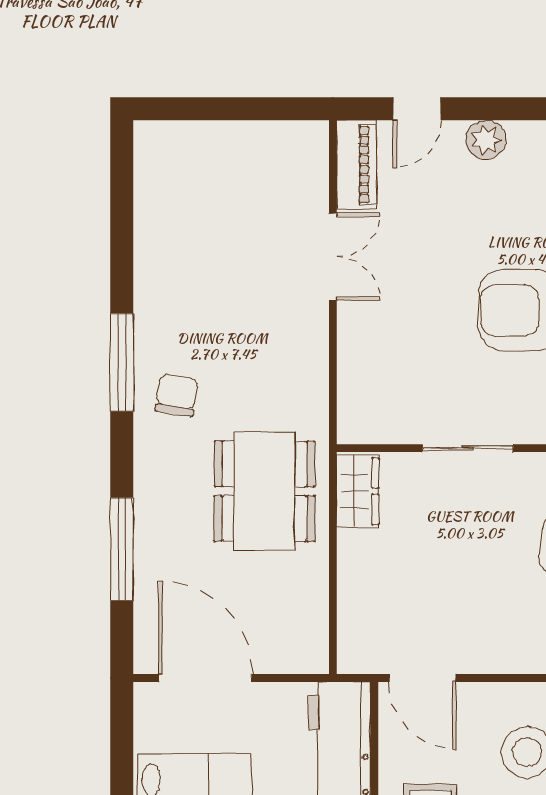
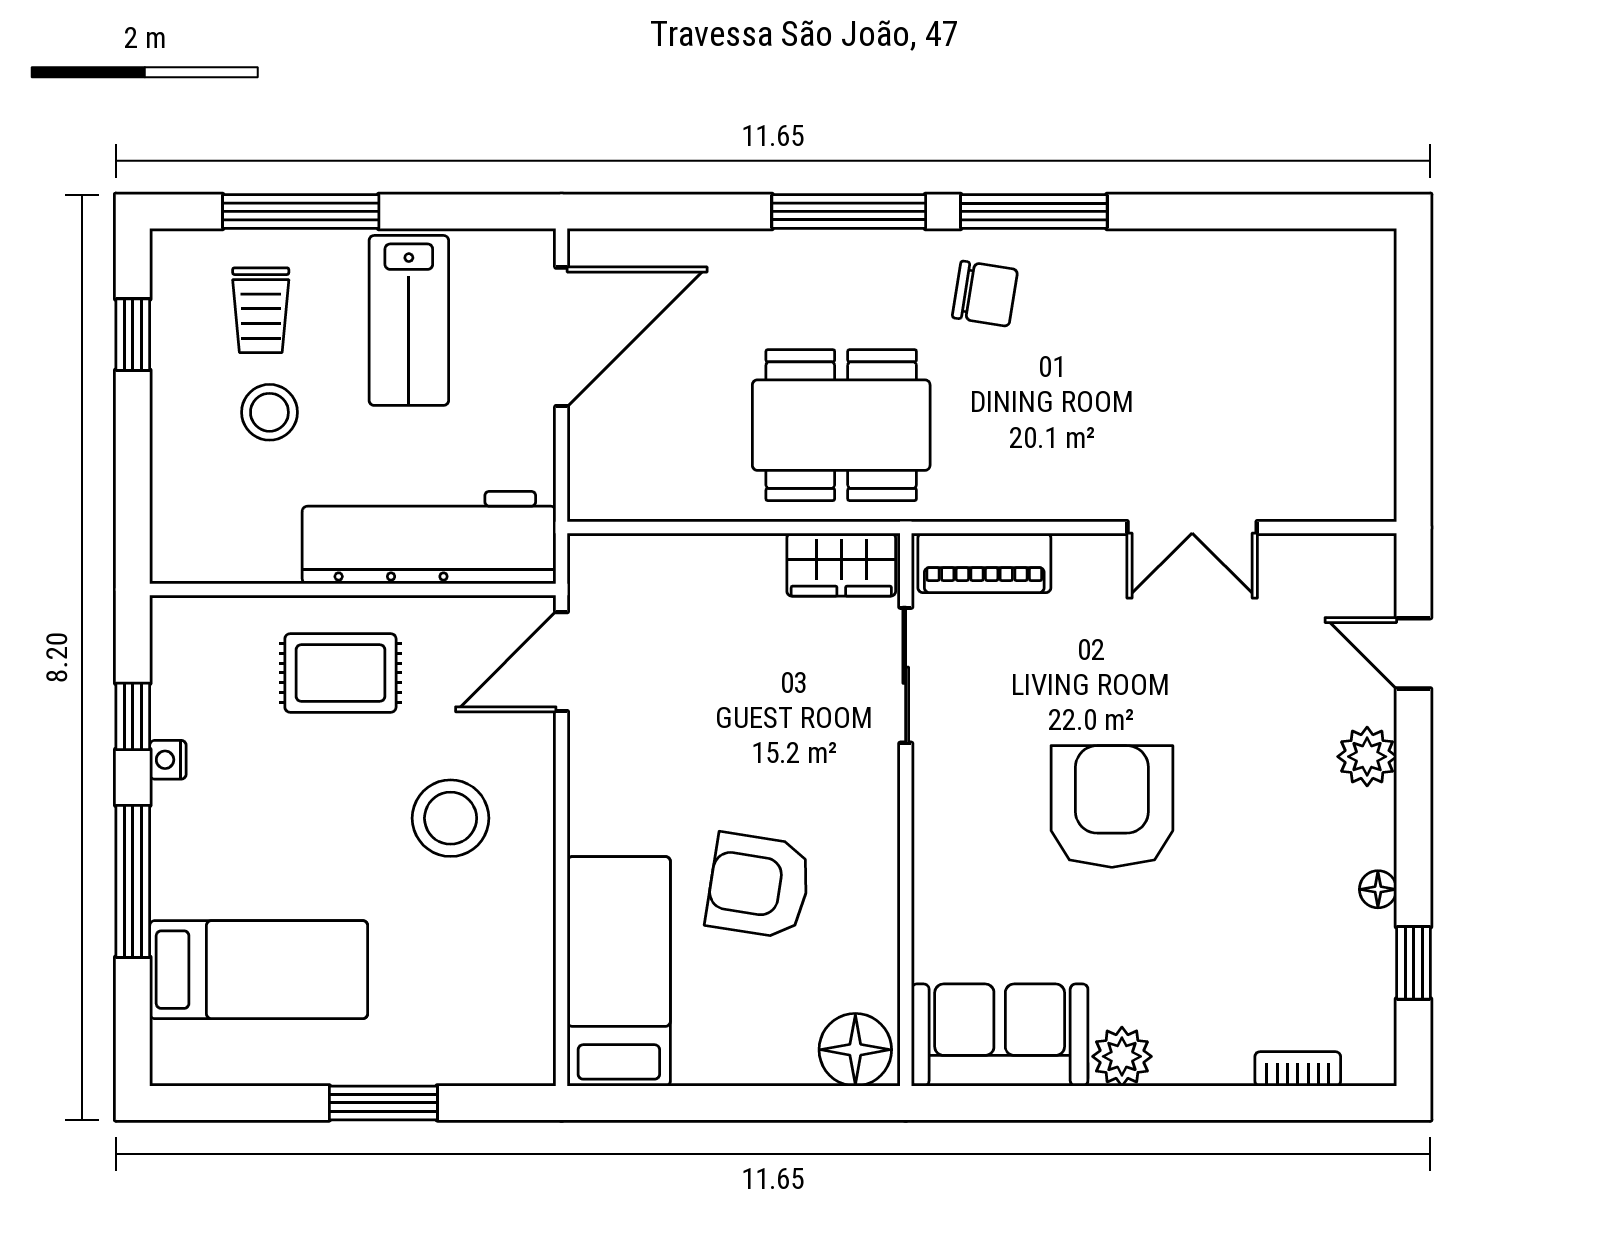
piano: (356, 165) -> (984, 563), moved
sliding door: (468, 448) -> (906, 675), moved
window: (122, 549) -> (849, 211), moved

